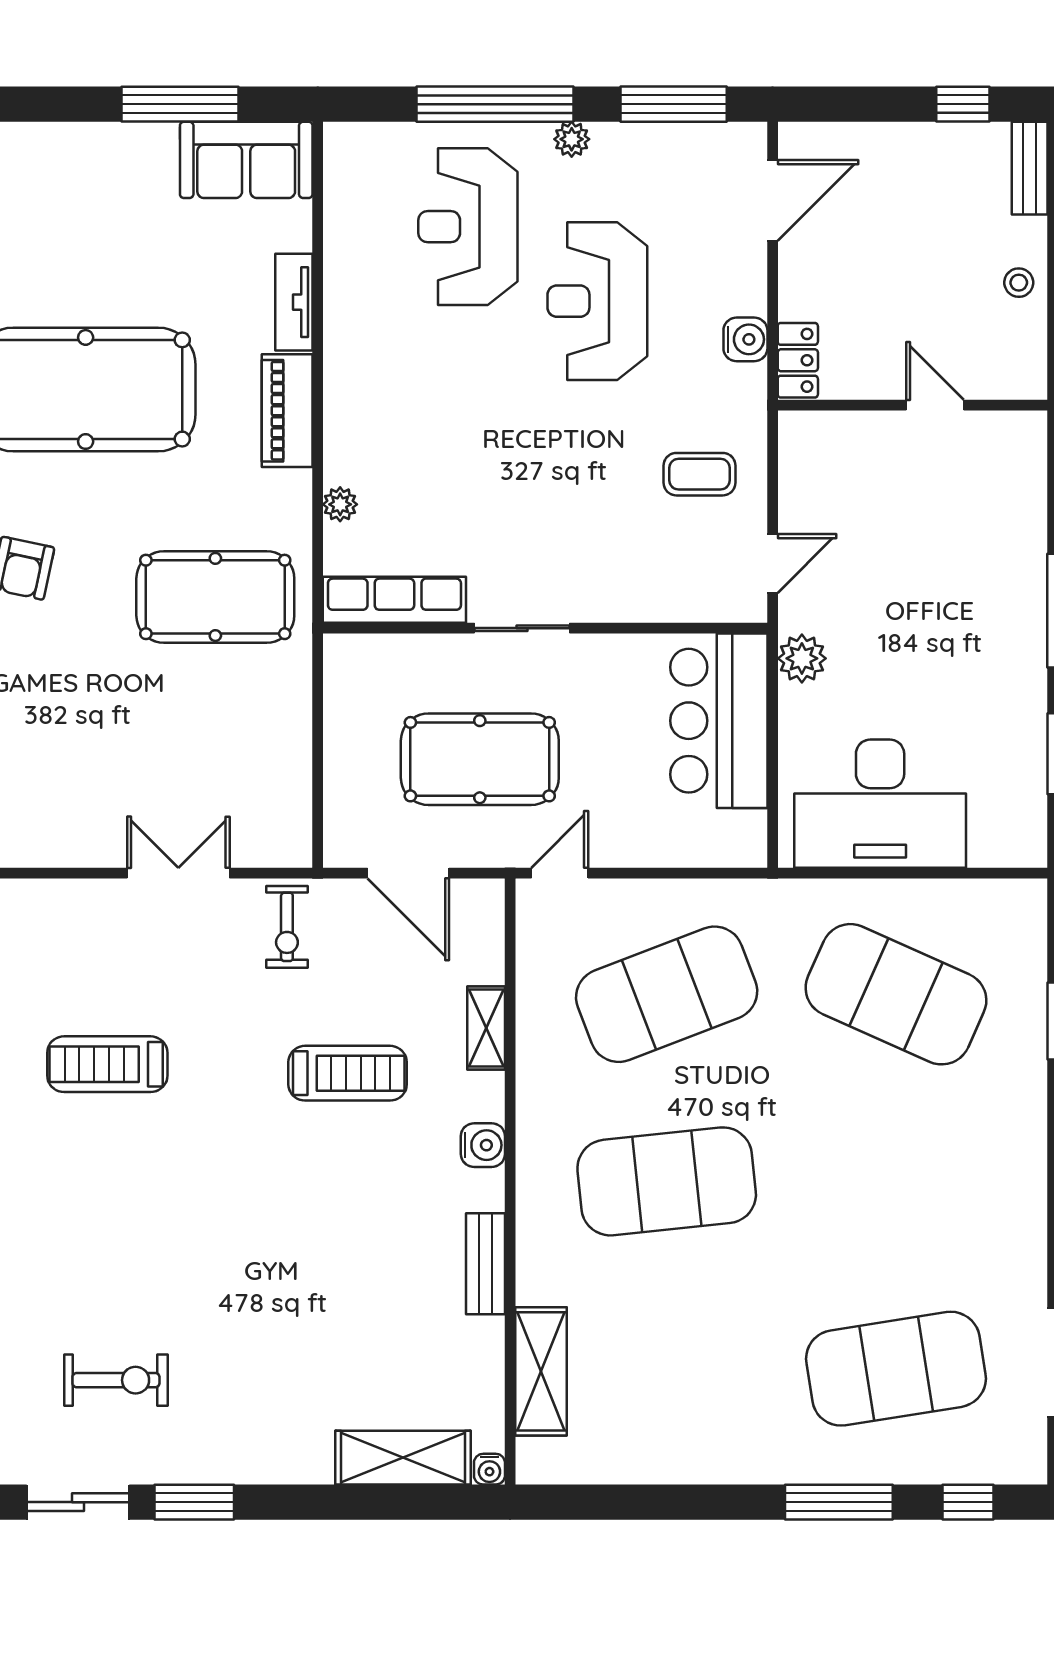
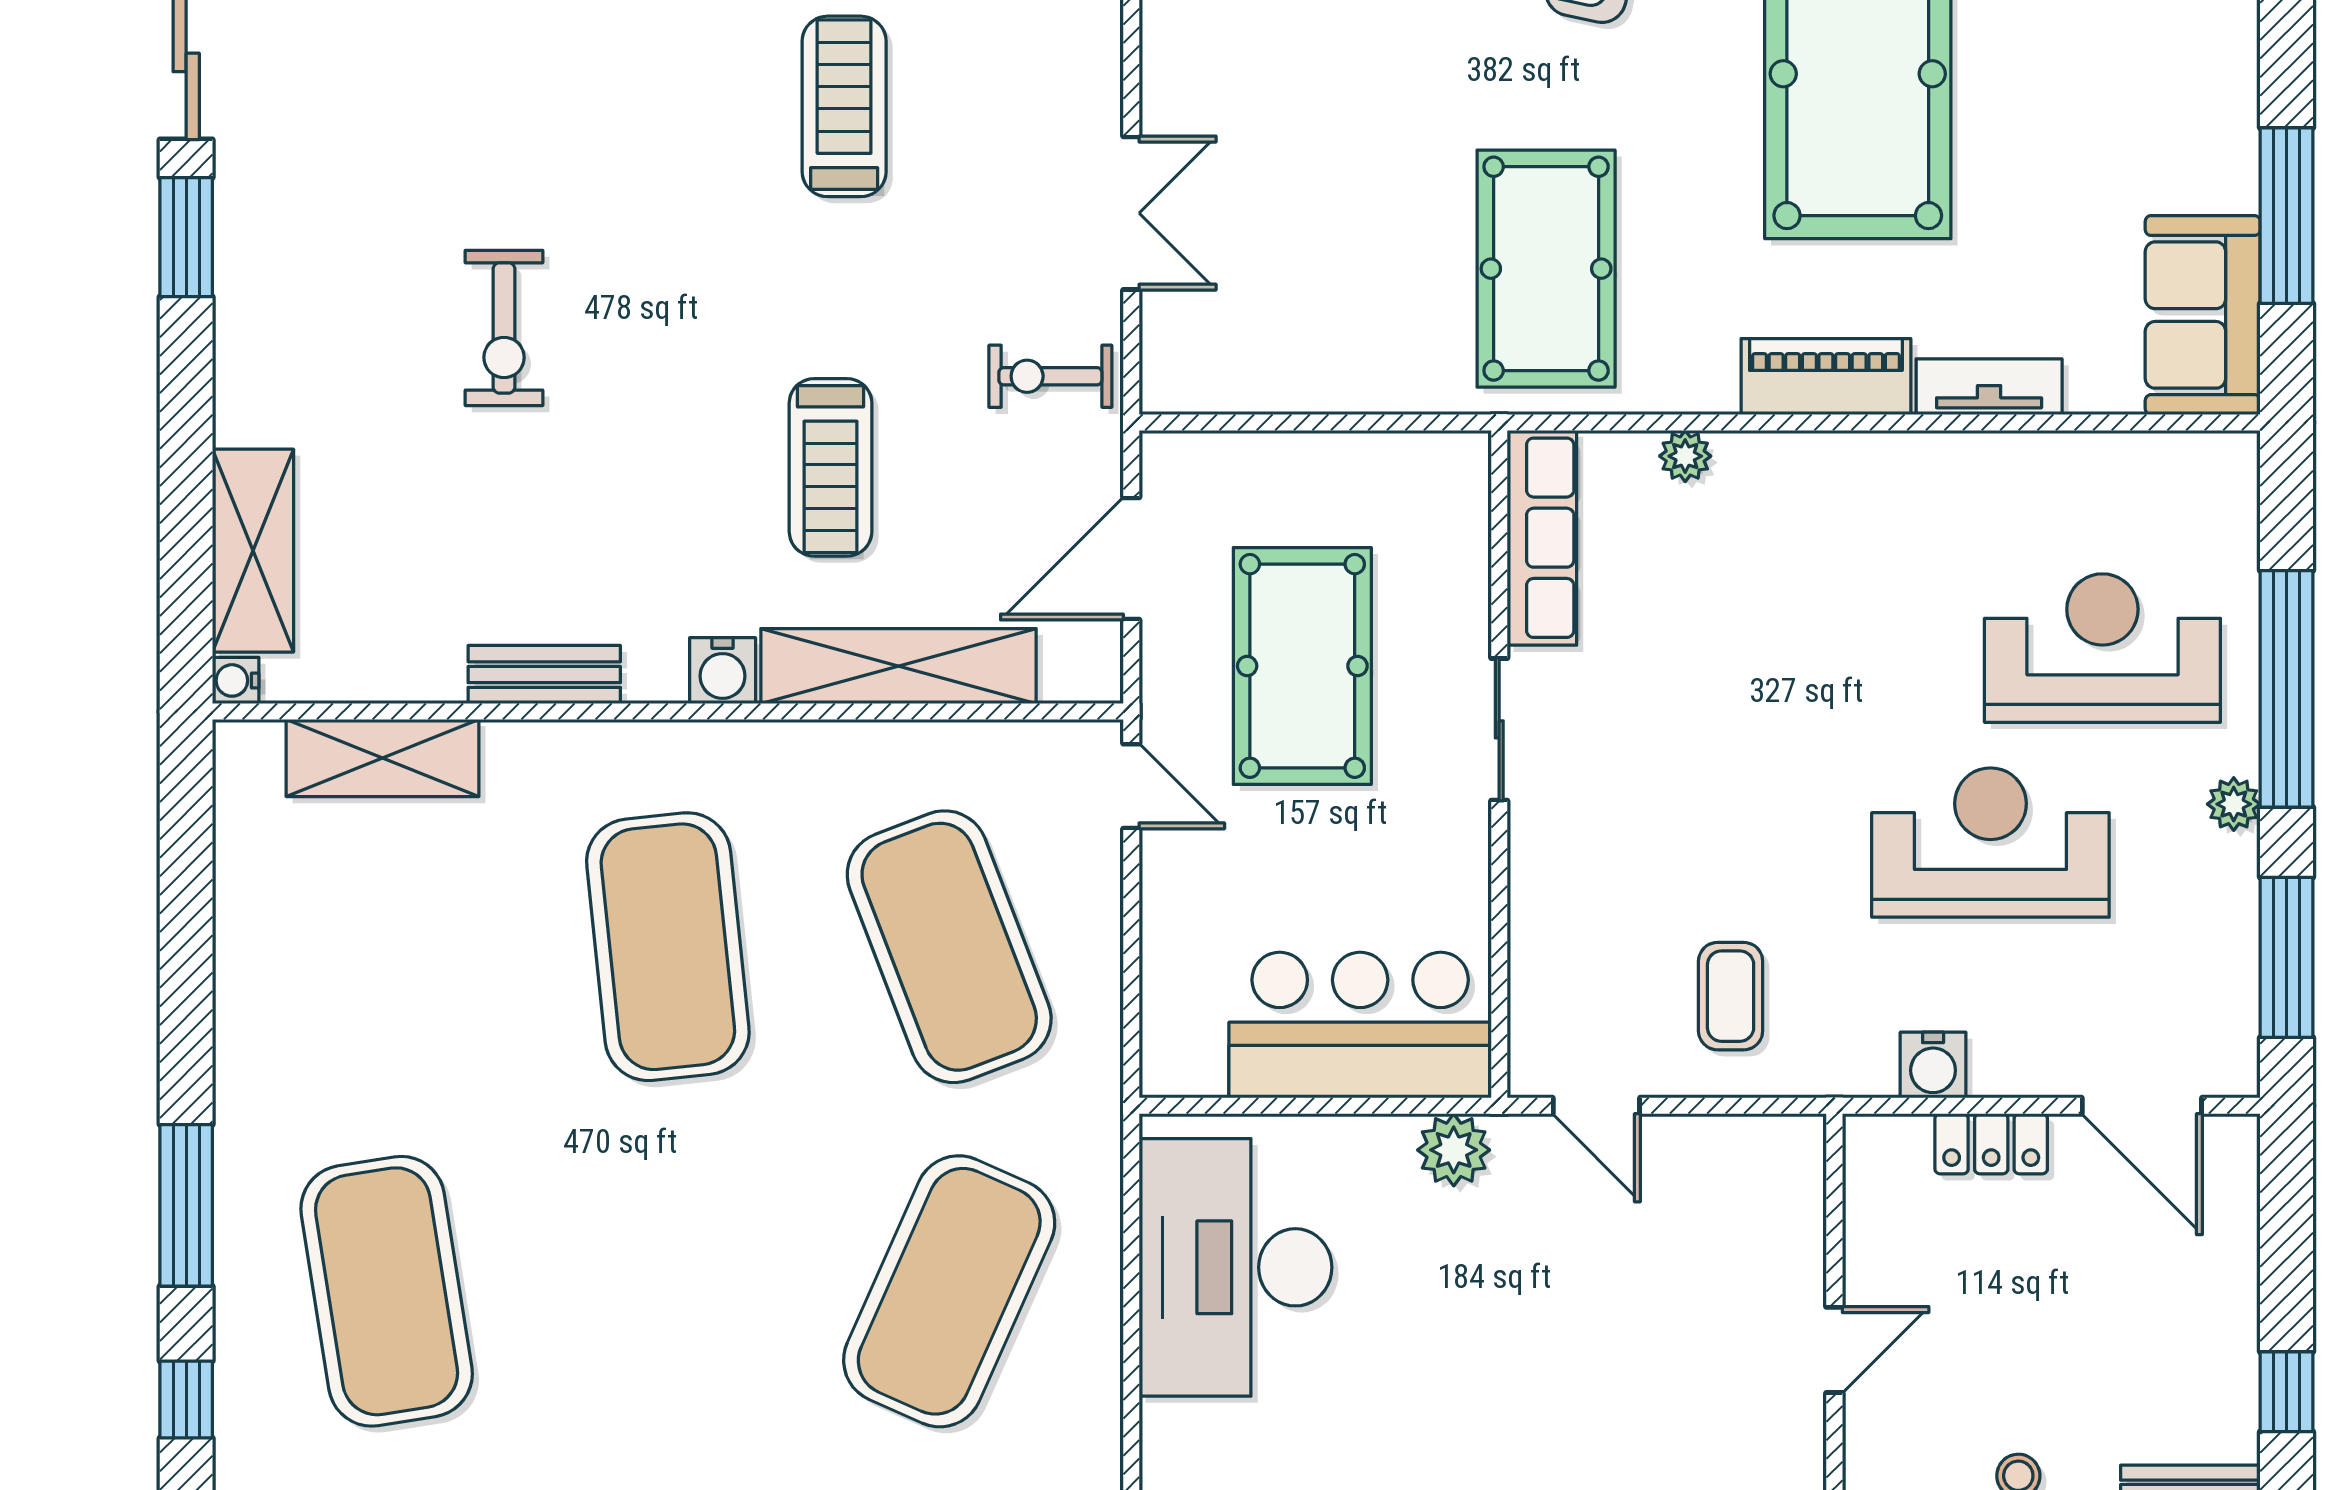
locker: (798, 360) -> (1991, 1144), moved
shelving: (486, 1028) -> (898, 666), width x2.20, depth x1.33
exercise bike: (116, 1380) -> (504, 328), moved

